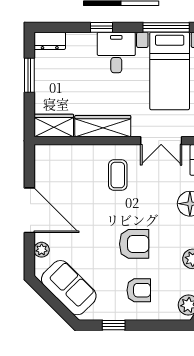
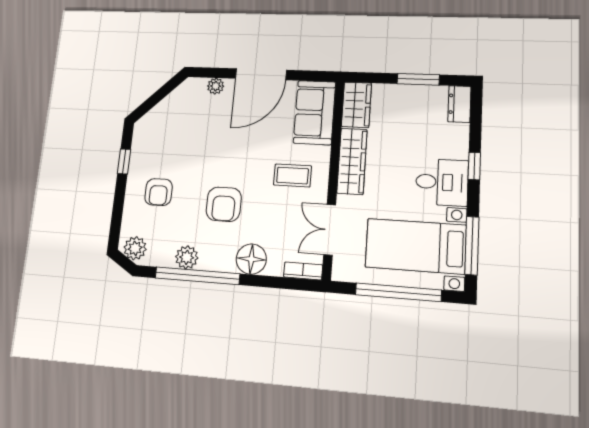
armchair: (134, 244) -> (224, 204), moved
sofa: (69, 288) -> (315, 112), moved, turned 135

